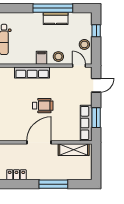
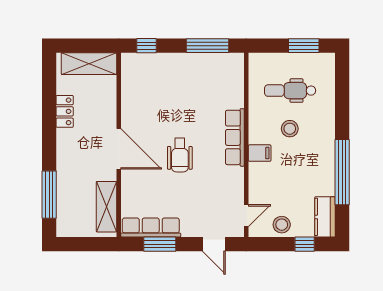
kitchen counter: (56, 18) -> (325, 217), moved
stool: (58, 57) -> (290, 129), moved
window: (53, 184) -> (49, 195), moved

